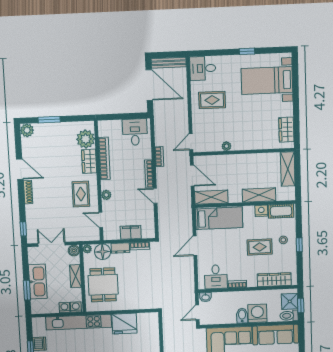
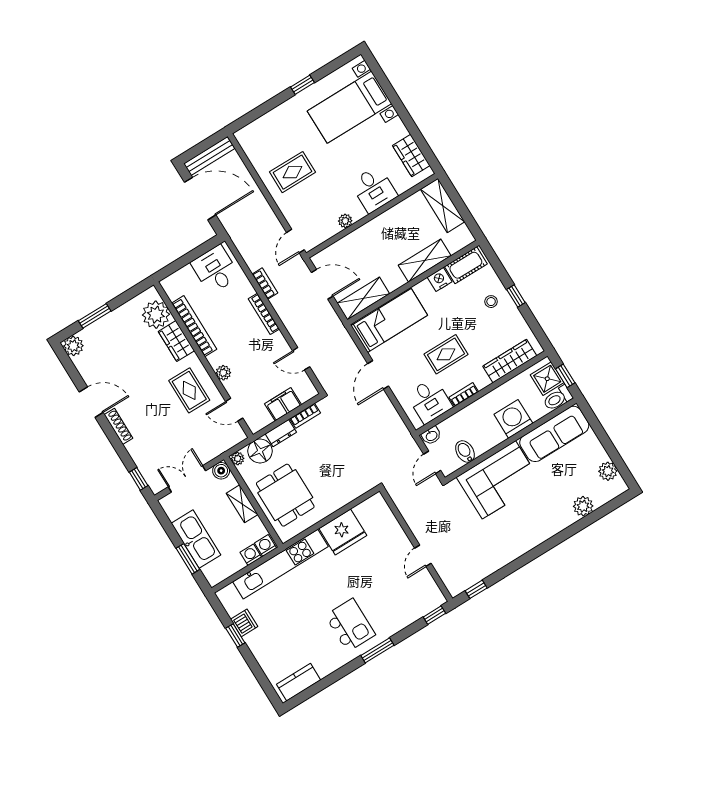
desk: (203, 68) -> (374, 189), moved, turned -90
door: (155, 196) -> (301, 359), moved
rug: (260, 247) -> (446, 354), moved
bidet: (242, 316) -> (465, 452), moved

